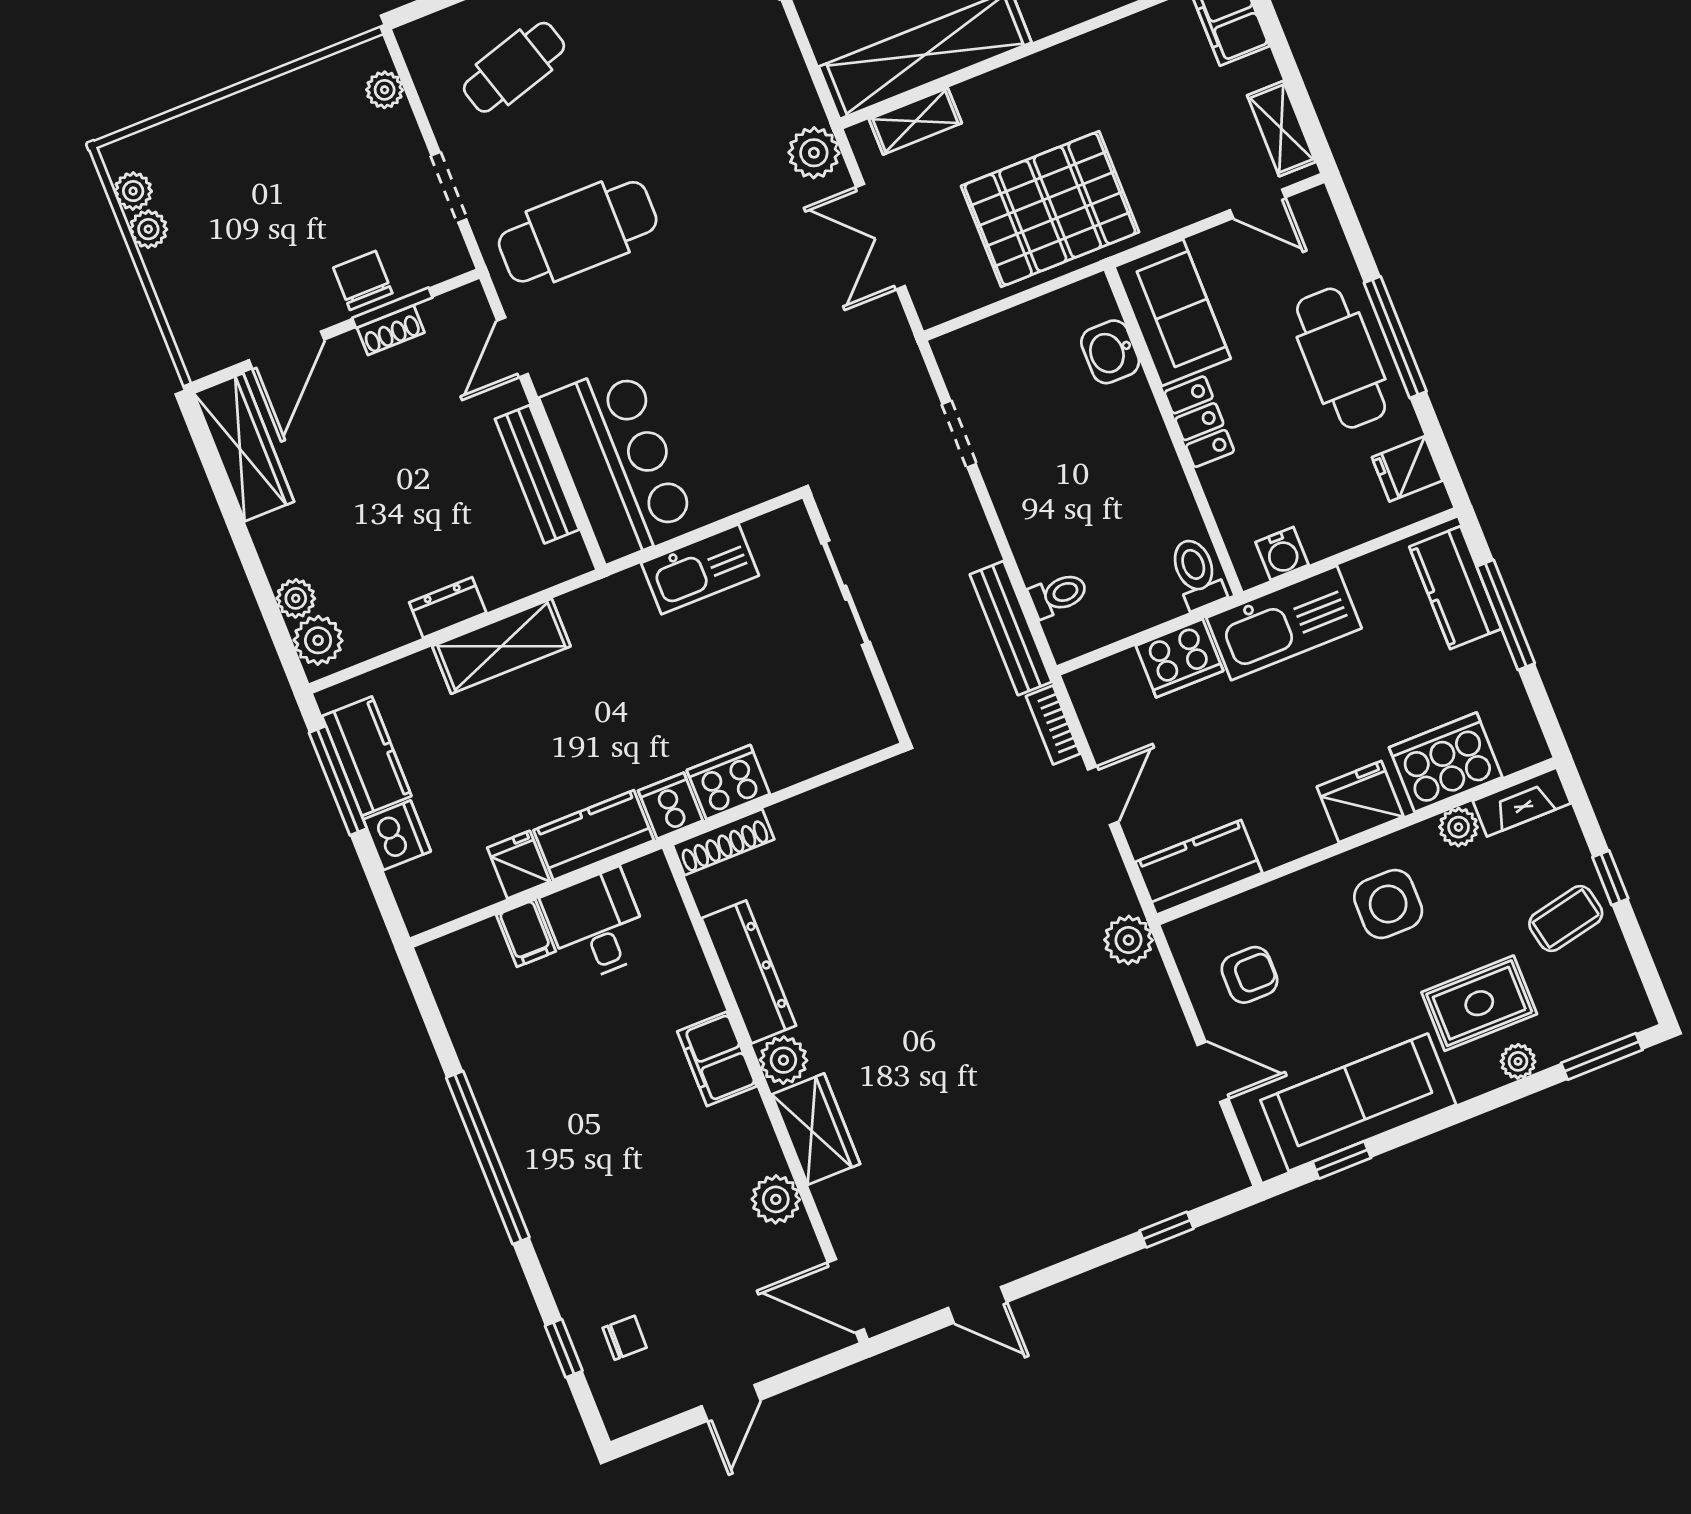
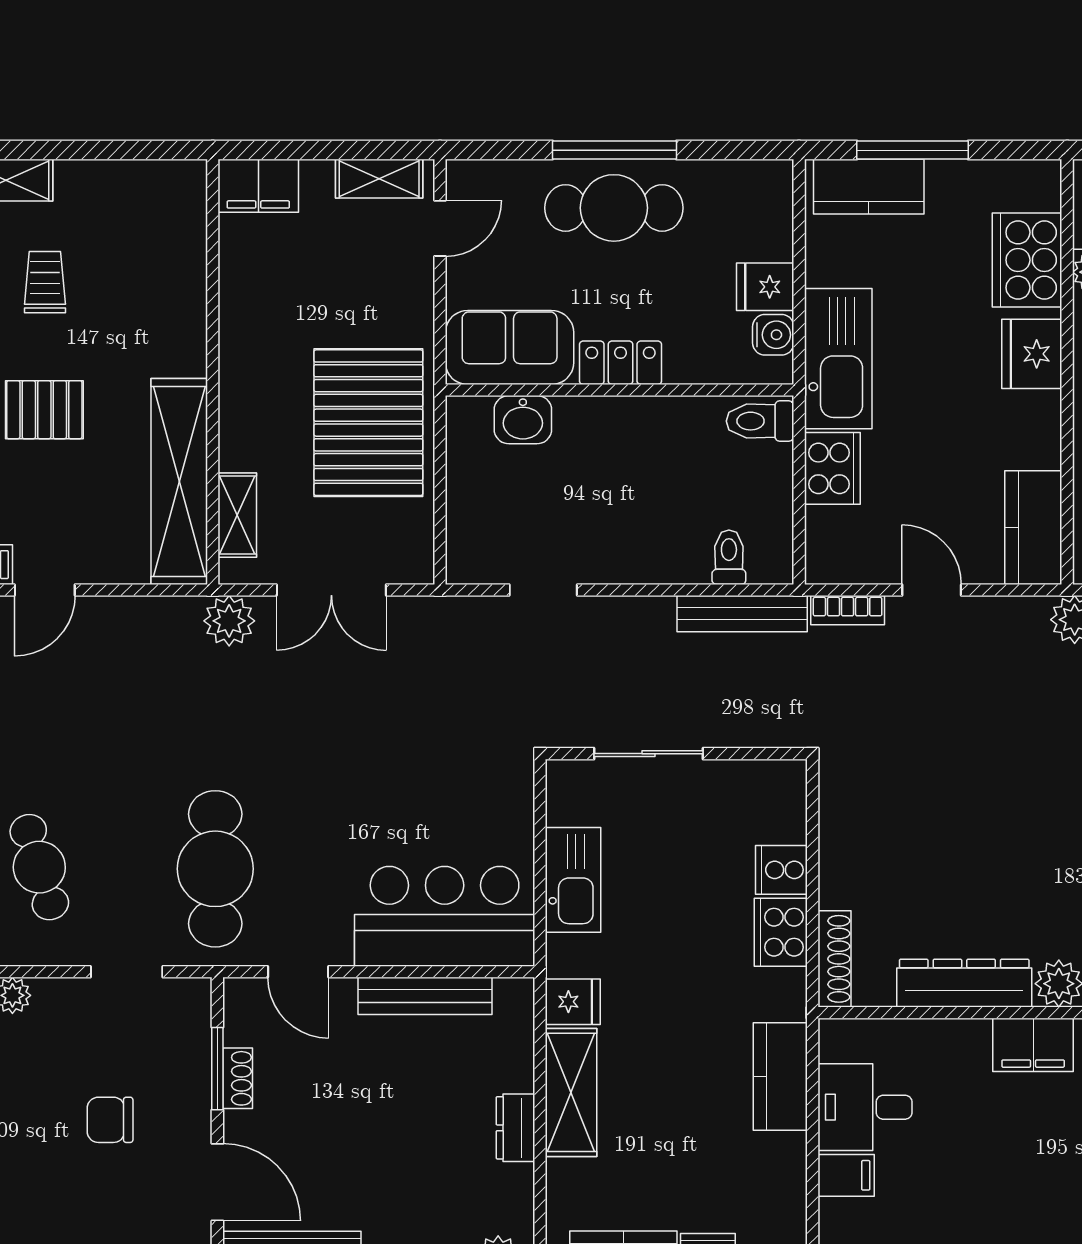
chair: (363, 280) -> (110, 1120), moved
fridge: (1407, 469) -> (765, 287), moved, turned 90
cooker: (670, 806) -> (781, 870), moved
fridge: (519, 865) -> (573, 1002), moved, turned 180

